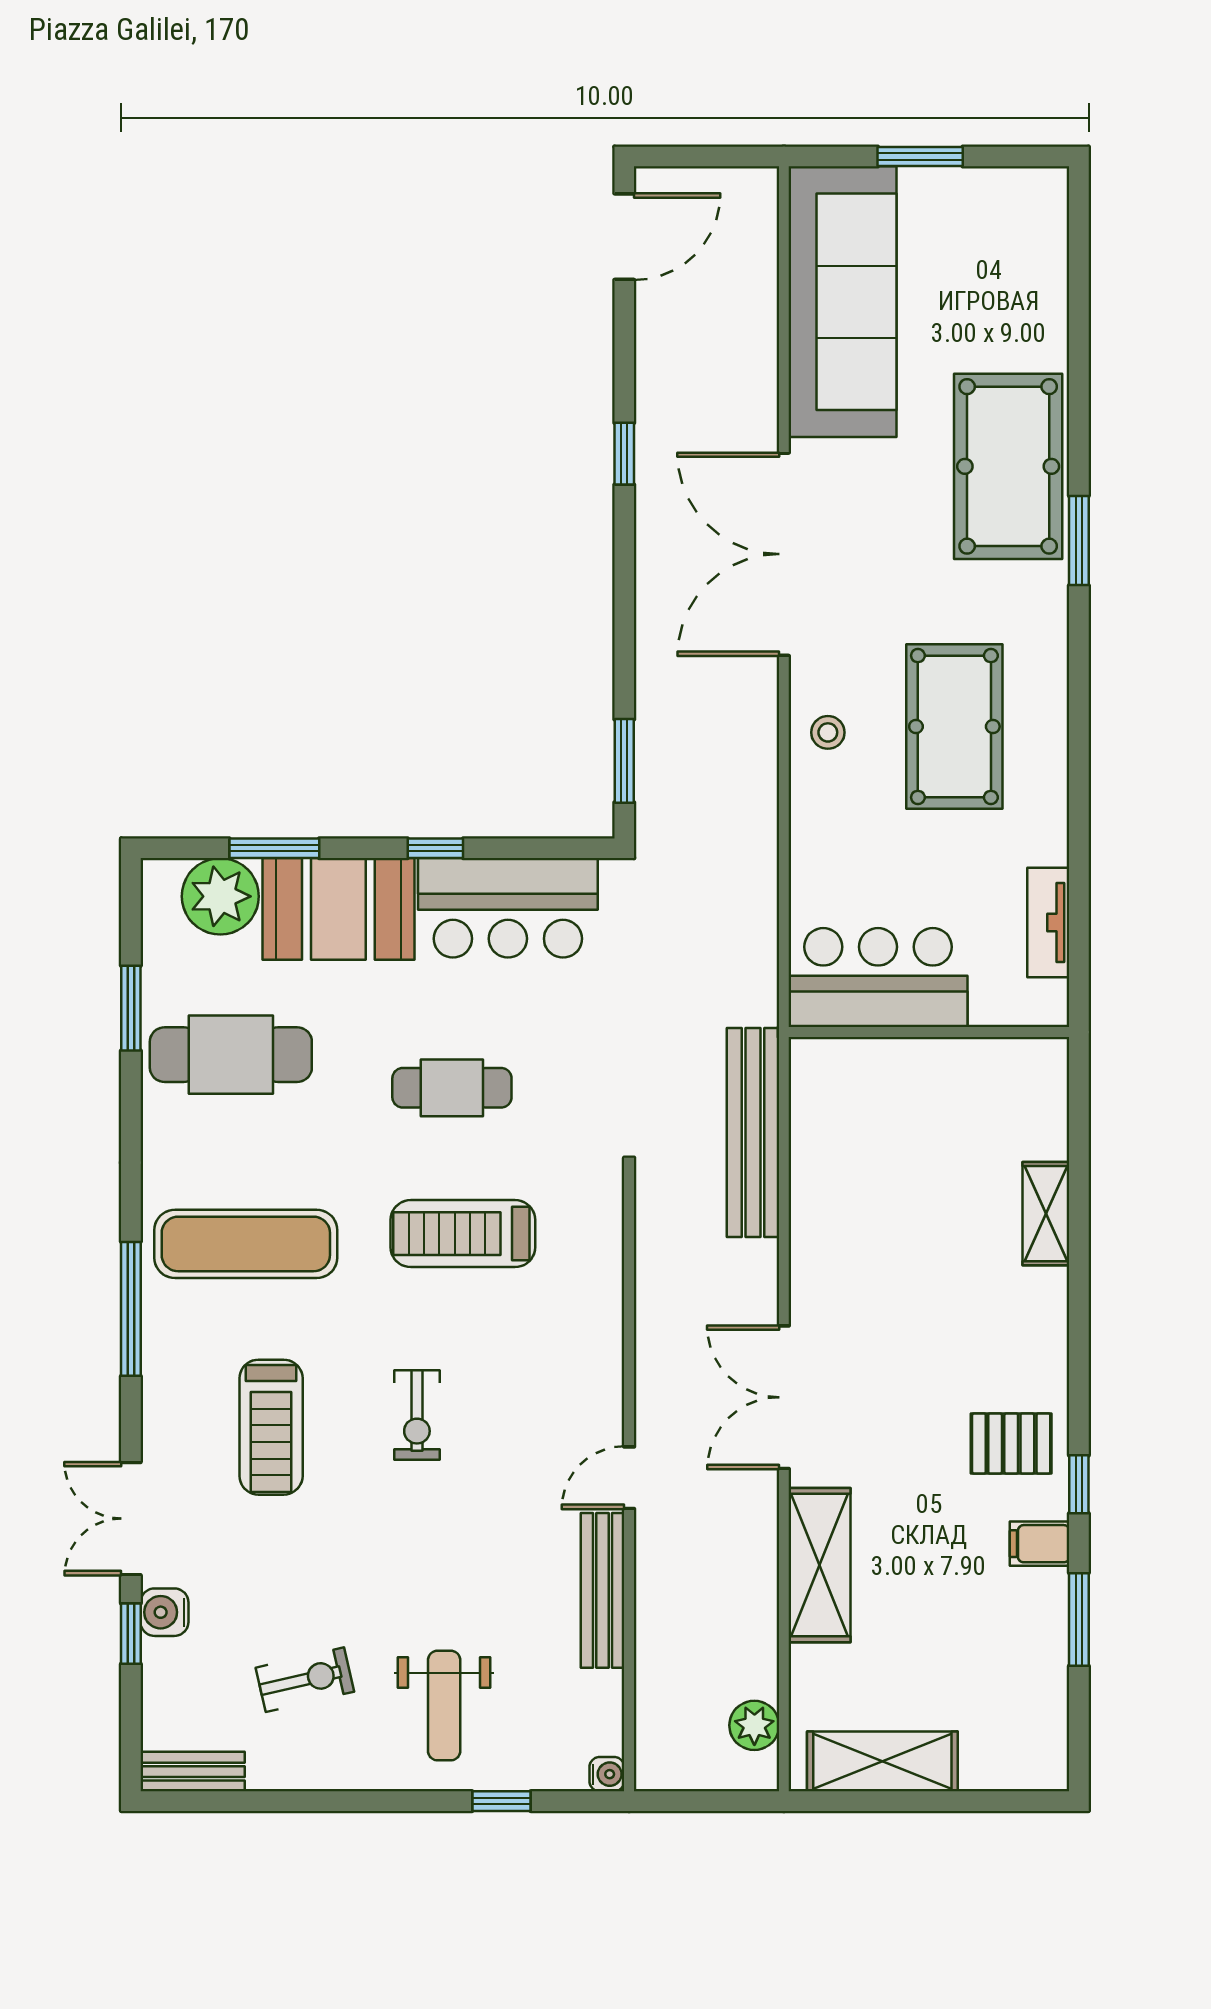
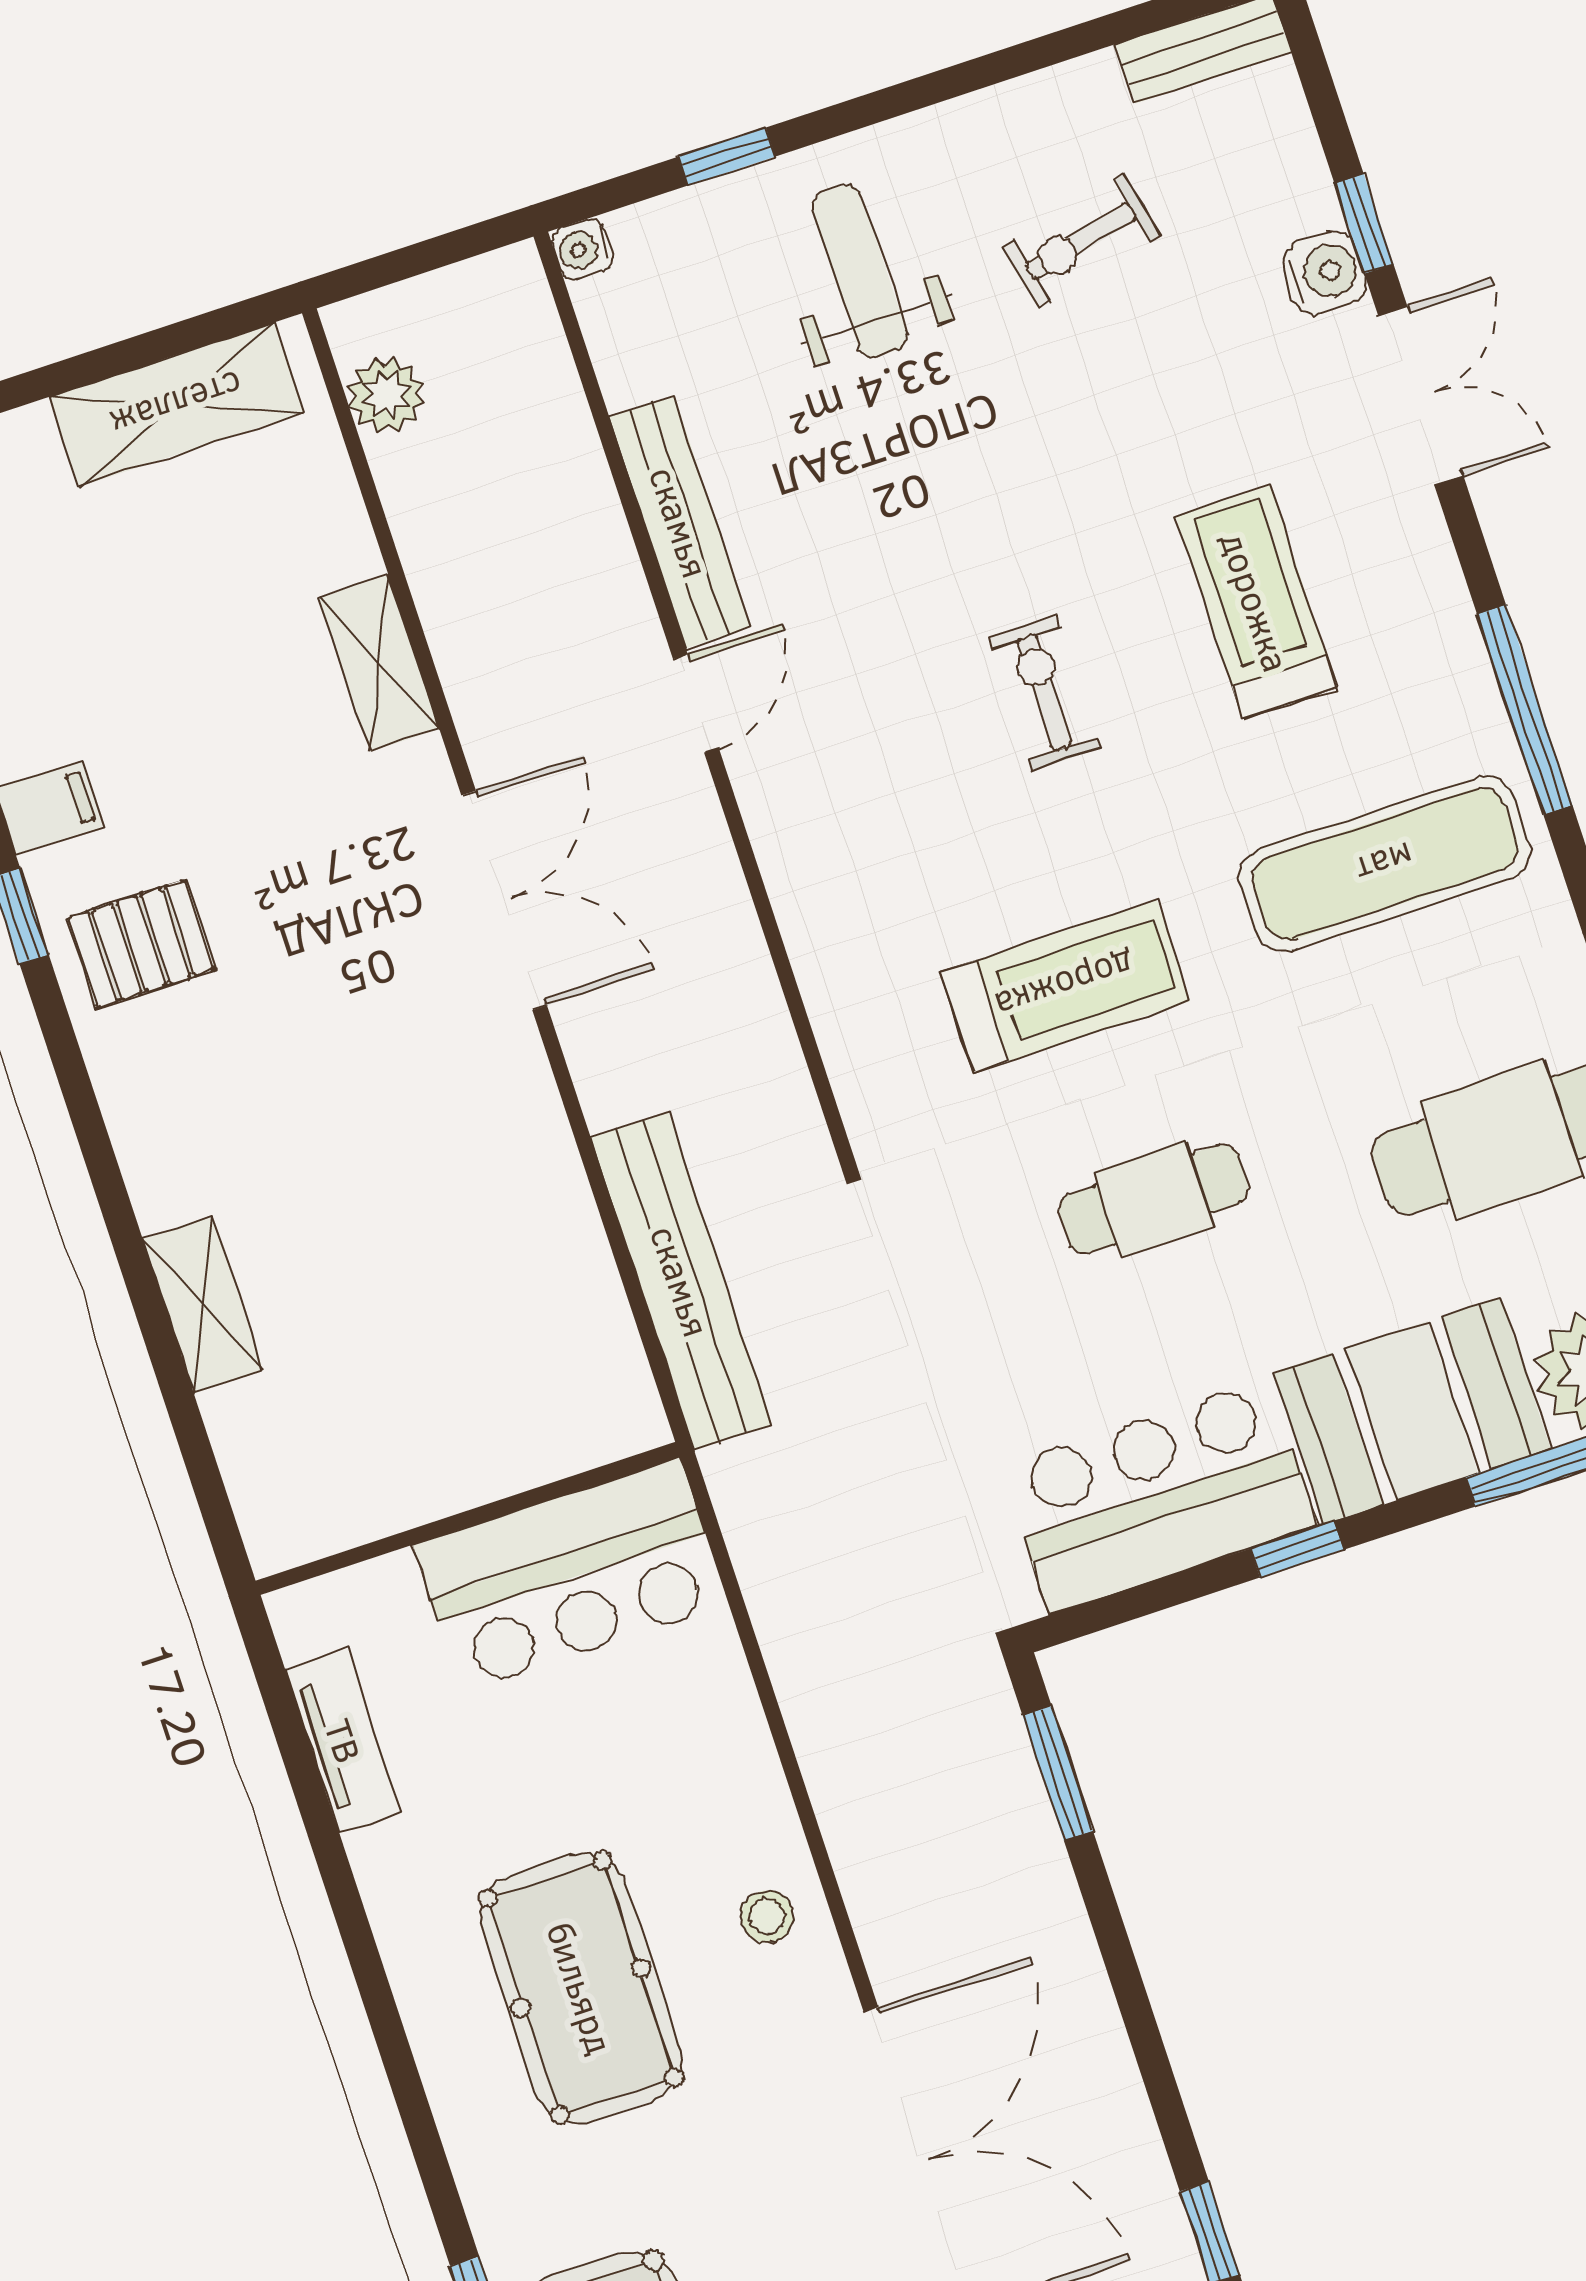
shelving: (820, 1565) -> (379, 663), width x0.67, depth x0.75

